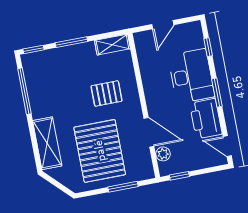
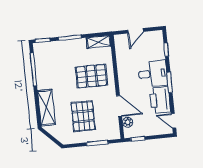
desk: (191, 76) -> (153, 74), width x0.73
pallet: (107, 94) -> (91, 76), width x1.50, depth x1.42
pallet: (100, 151) -> (83, 116), width x0.73, depth x0.71

